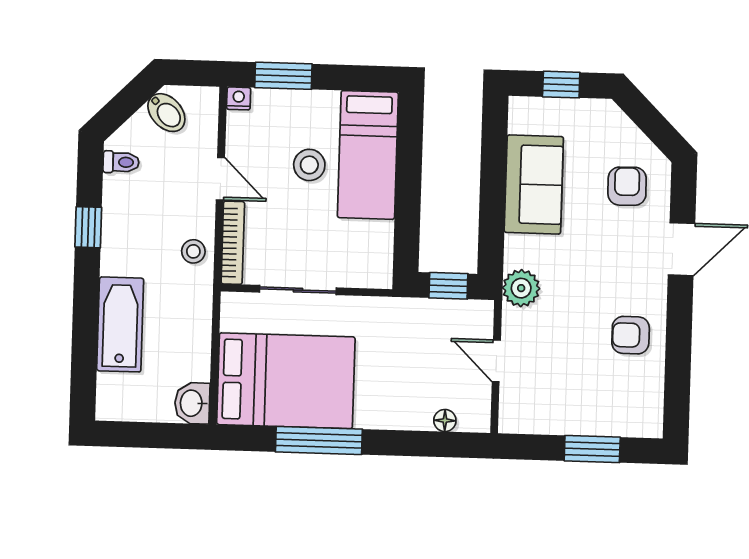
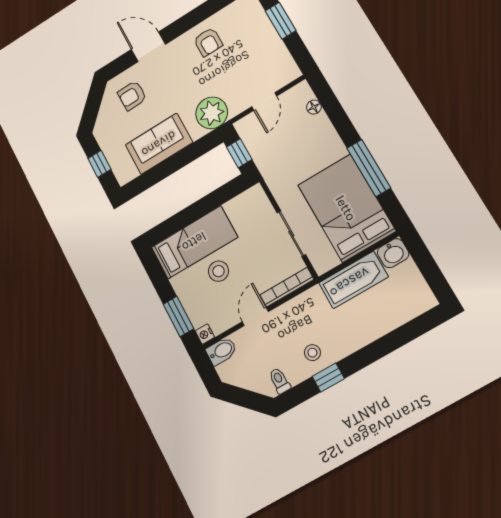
bidet: (166, 113) -> (221, 351), moved, turned 45
stool: (193, 251) -> (312, 353), moved
plant: (521, 288) -> (212, 113), width x1.36, depth x1.36
bathtub: (120, 324) -> (353, 280), moved, turned 180

